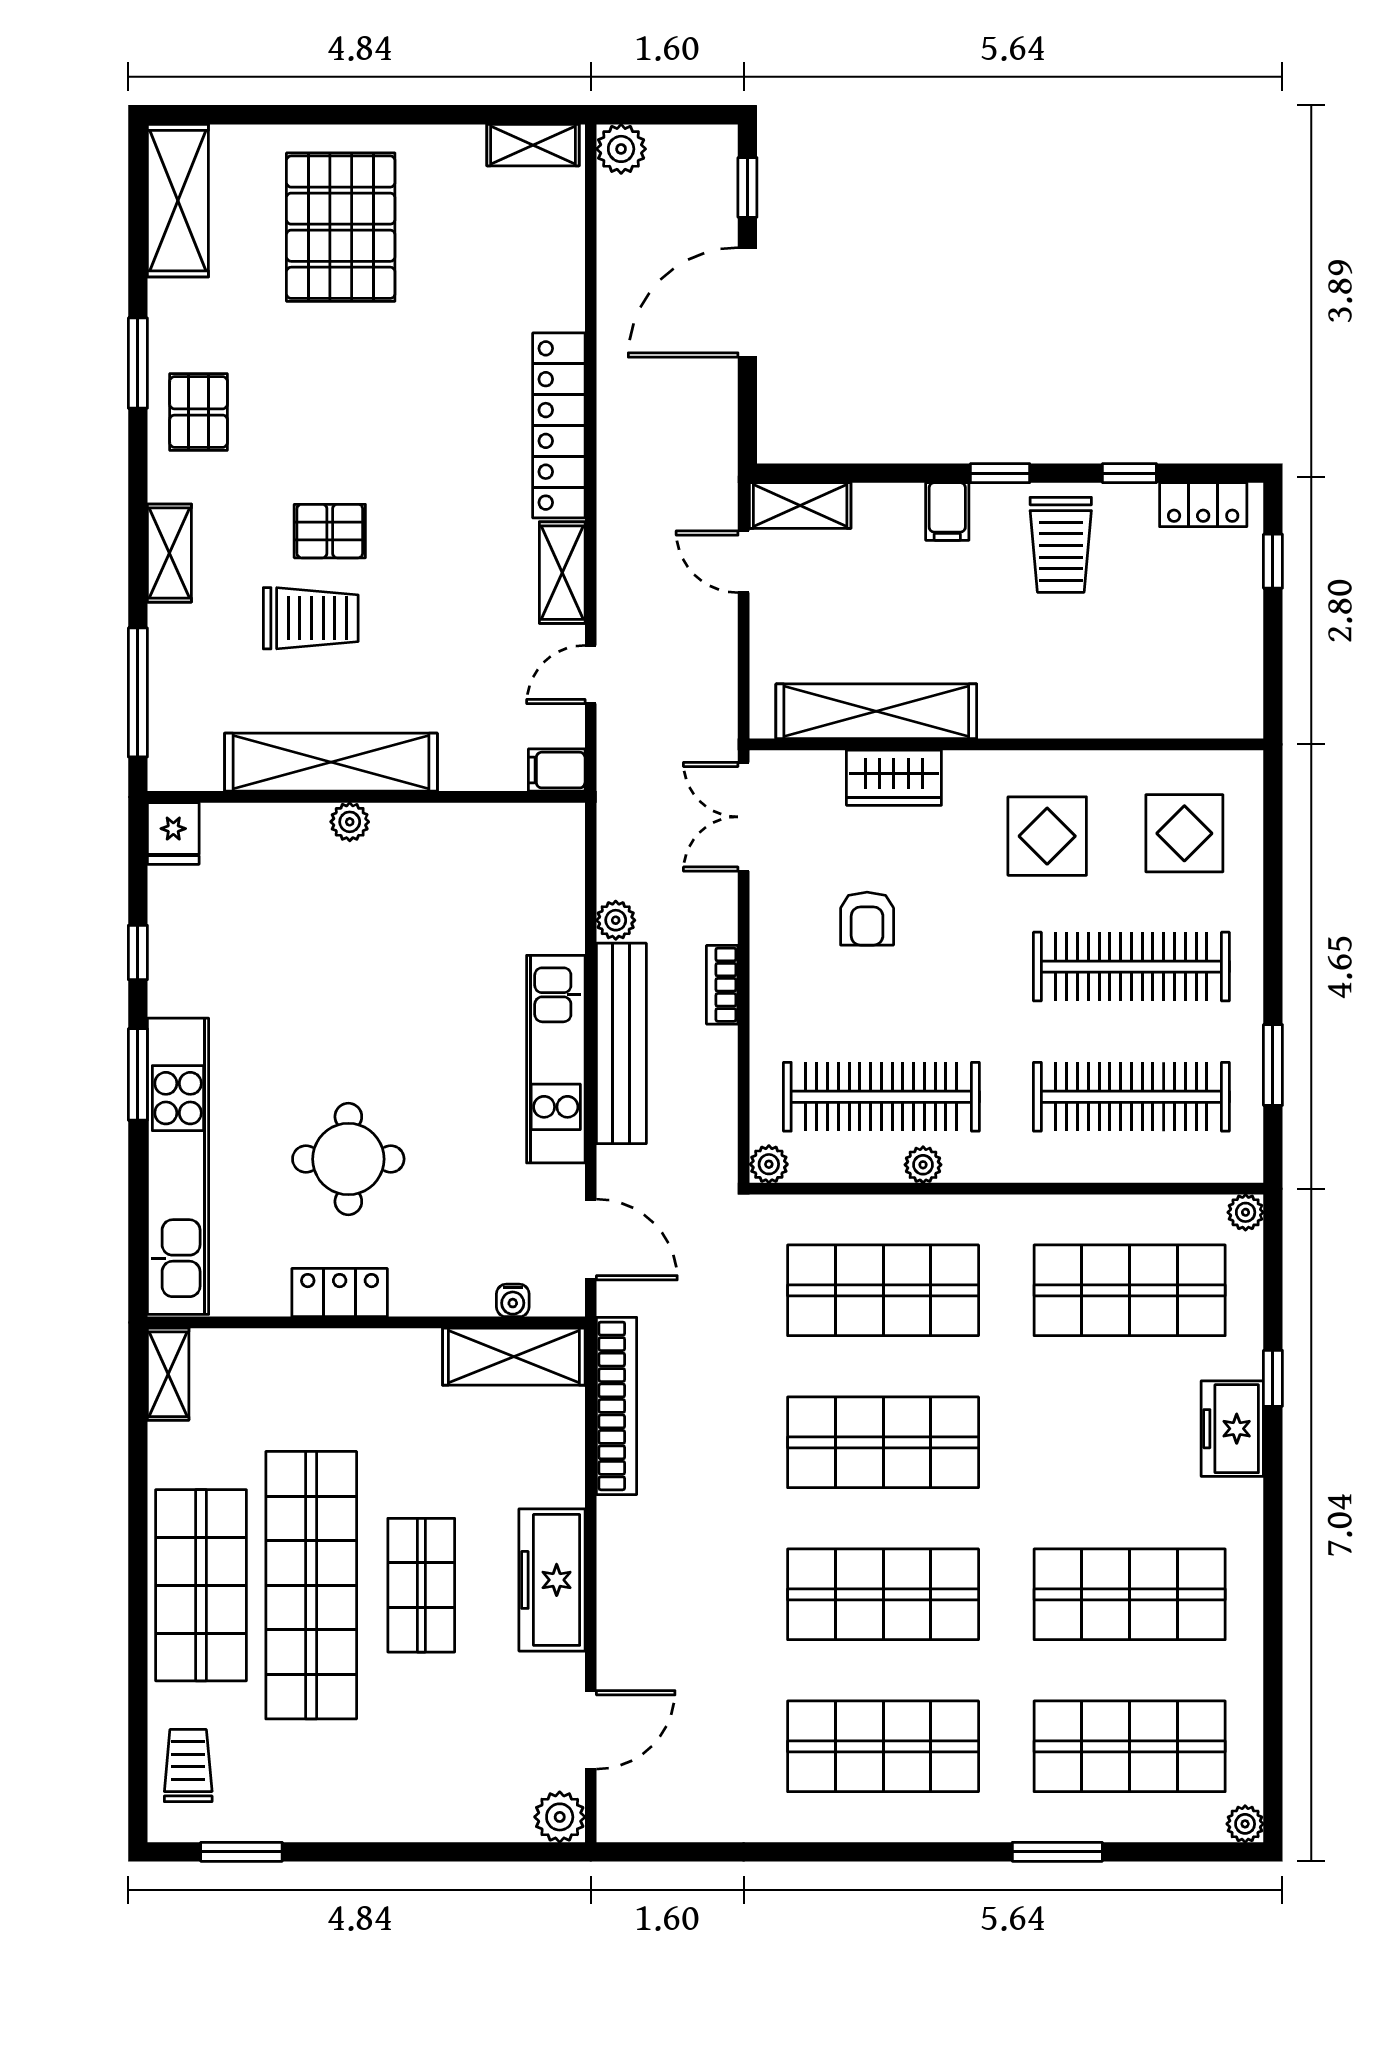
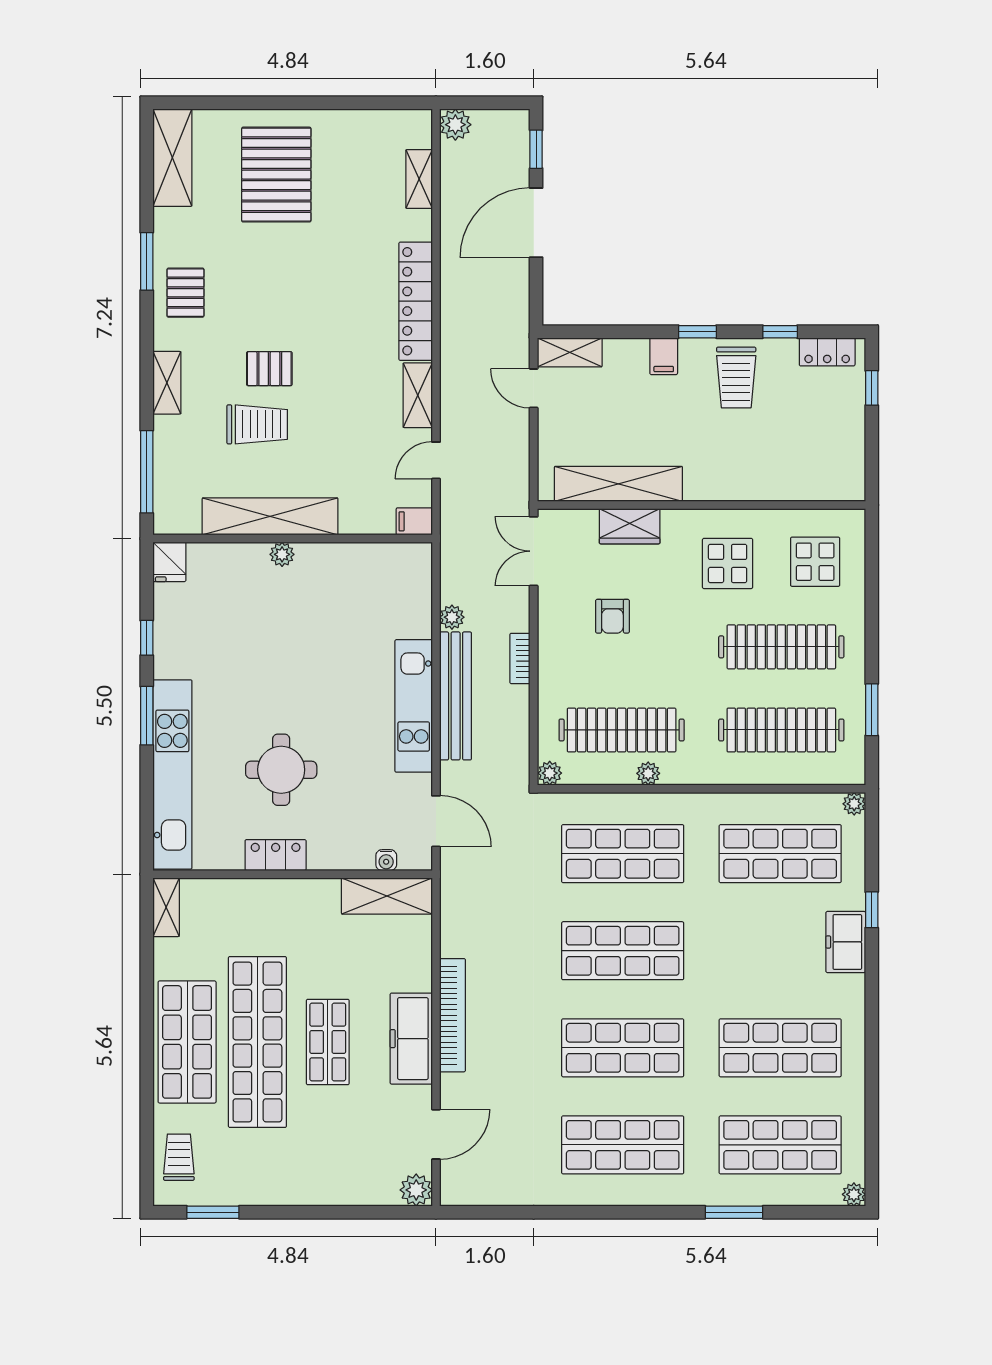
shelving: (533, 145) -> (419, 179), moved, turned 90
bookcase: (617, 1406) -> (452, 1015), moved

